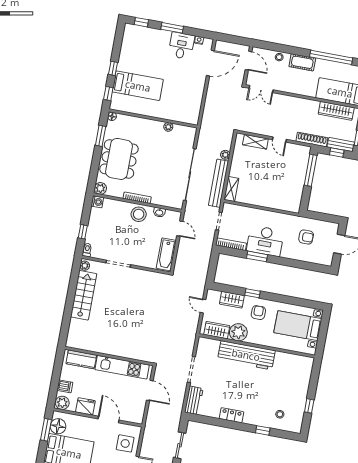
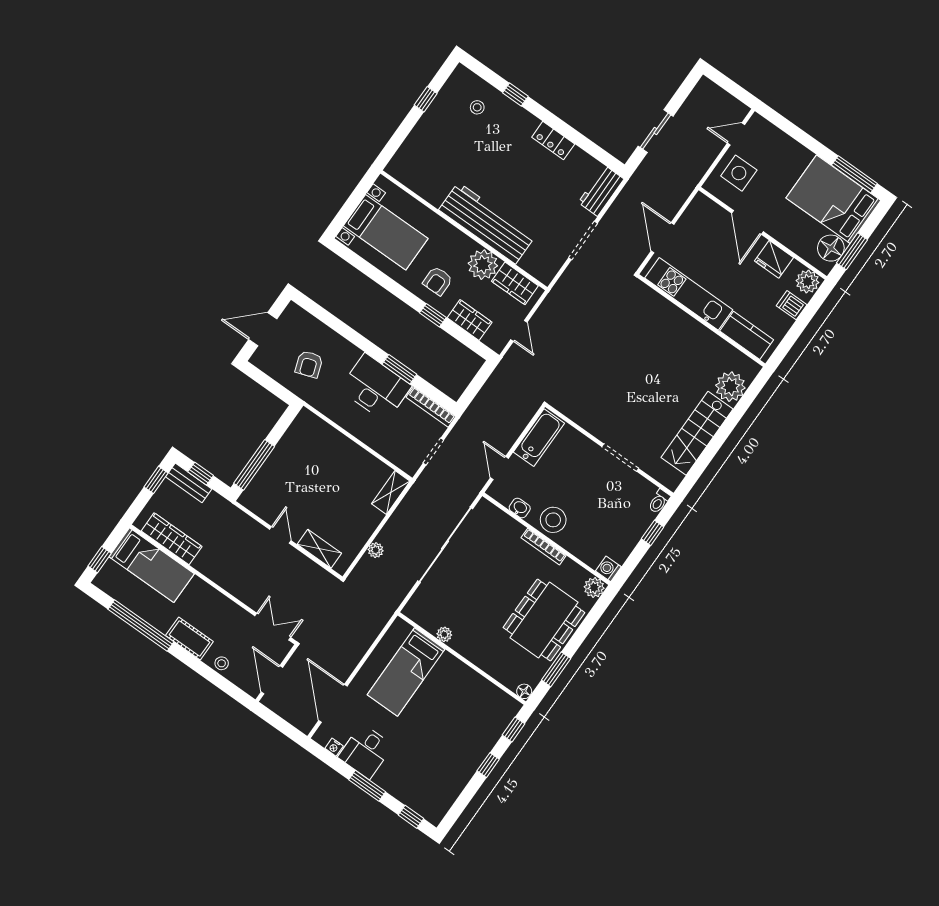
door: (210, 63) -> (333, 703), hinge flipped
bed: (138, 86) -> (406, 672), moved, turned -90
shoe rack: (312, 139) -> (230, 512), removed
bench: (219, 183) -> (406, 511), removed
armchair: (306, 237) -> (309, 364), turned -109
plant: (85, 266) -> (730, 387), moved, width x1.87, depth x1.87

